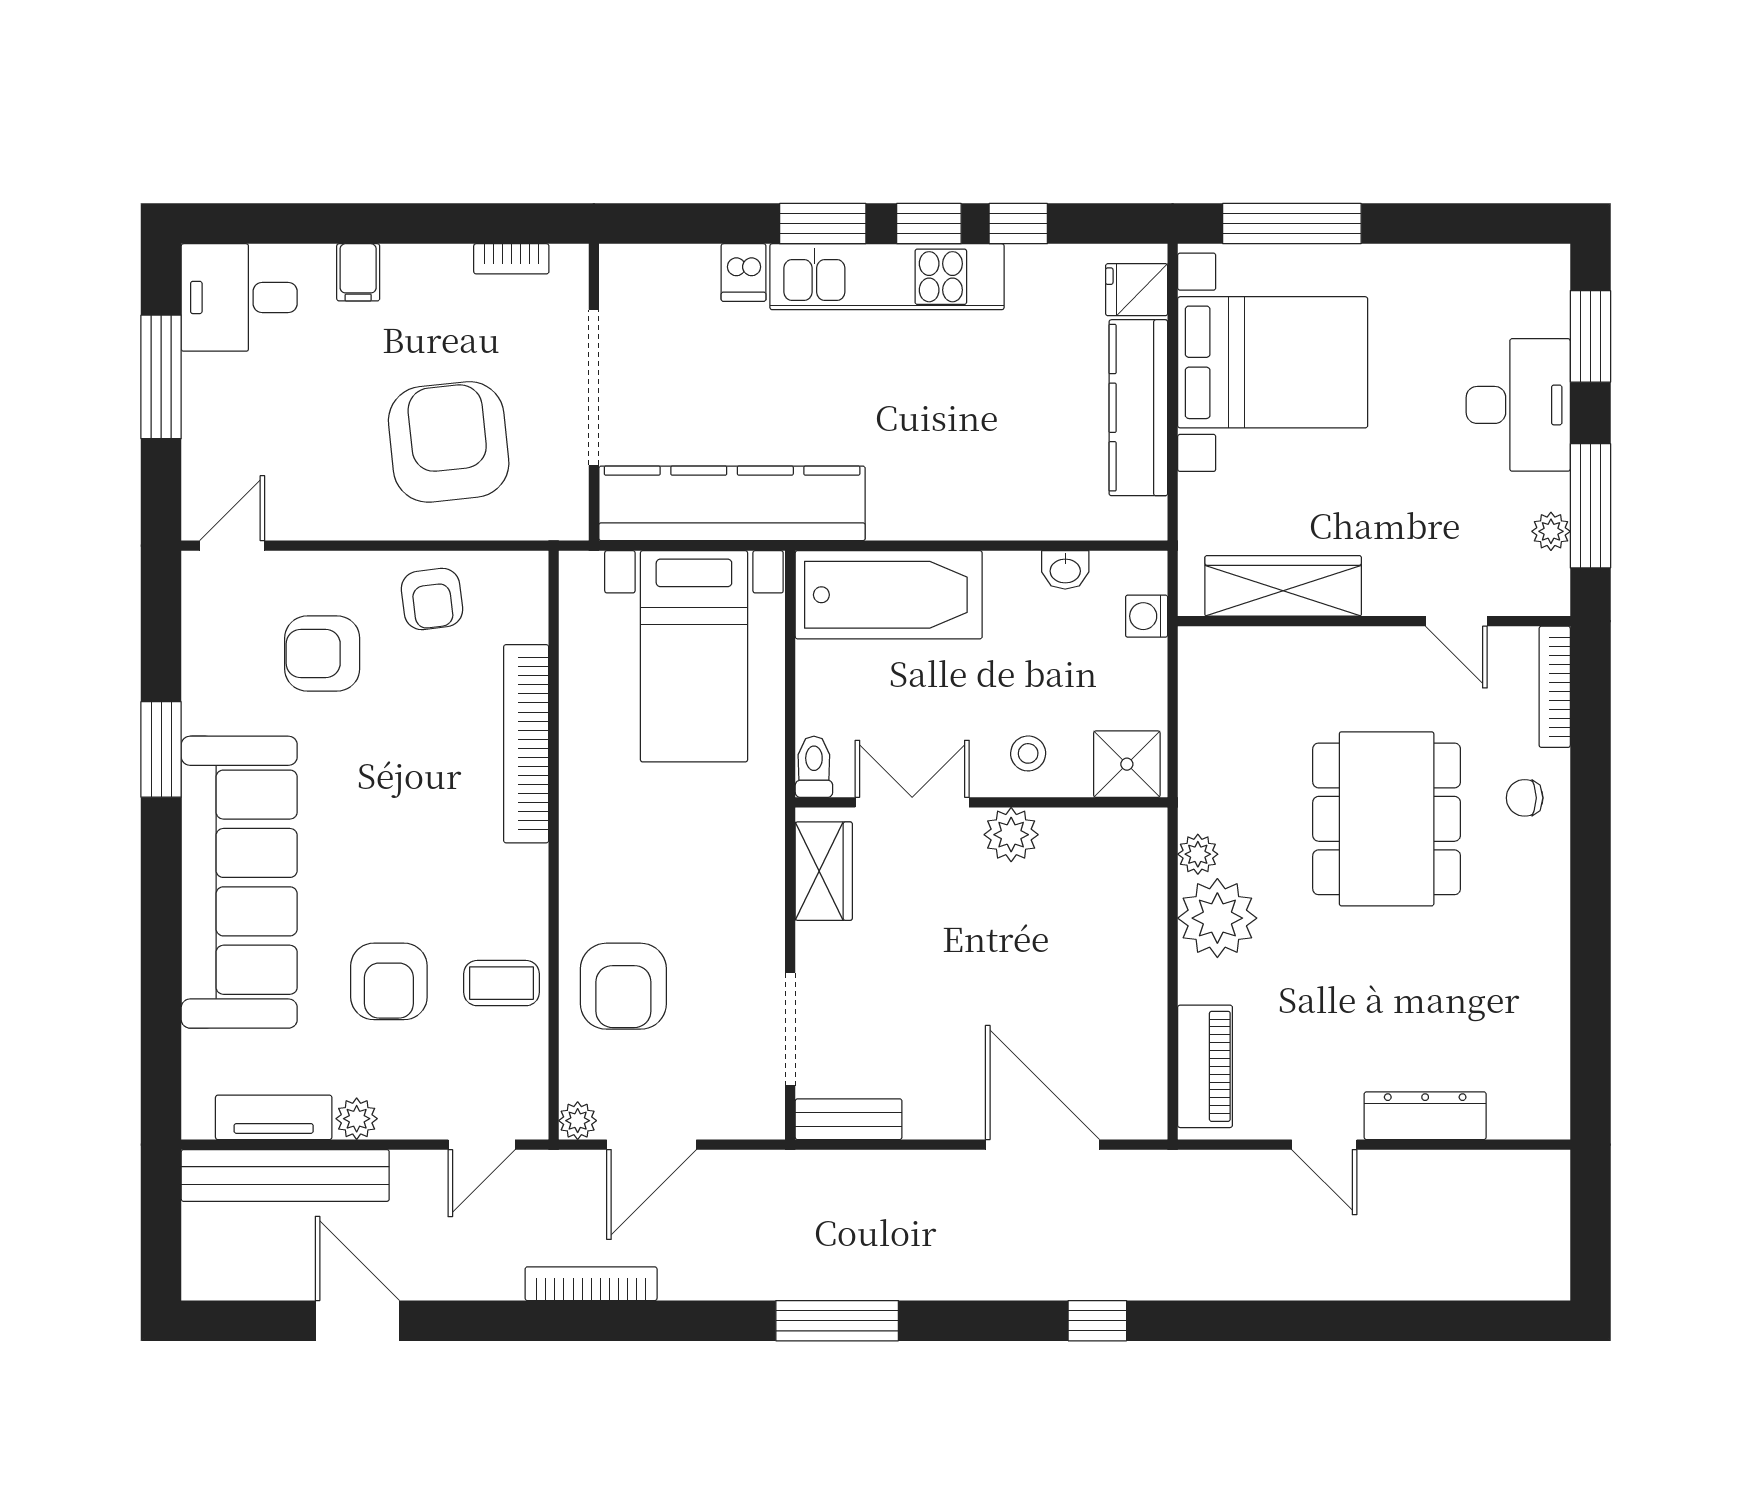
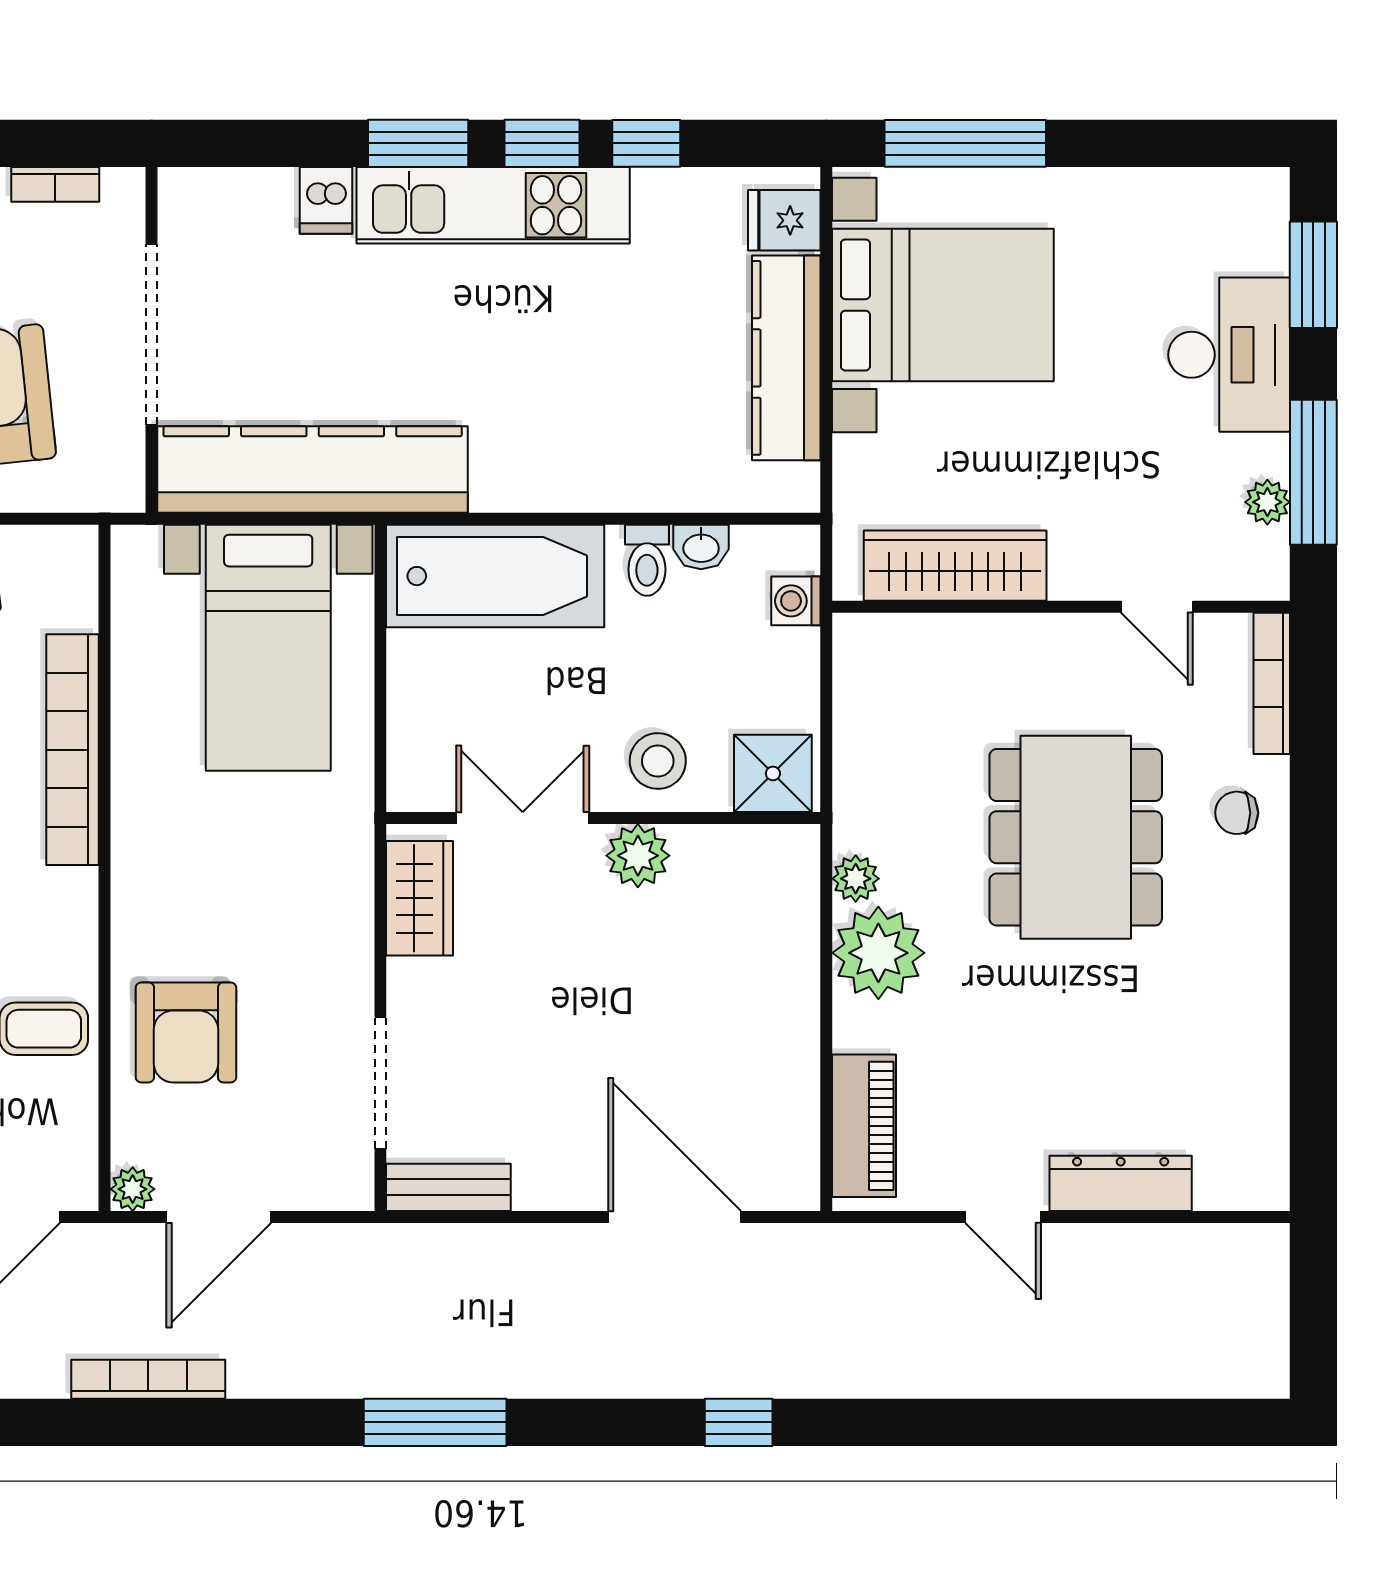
stool: (1028, 753) -> (658, 761), width x1.37, depth x1.37
toilet: (814, 767) -> (647, 560), moved, turned 180

